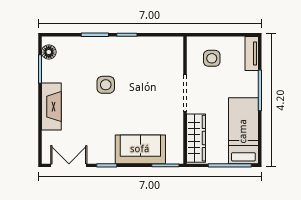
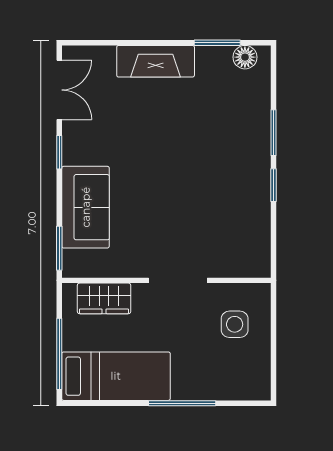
tv unit: (252, 53) -> (243, 390), removed
side table: (106, 85) -> (191, 150), removed
wardrobe: (196, 138) -> (104, 298), width x0.67

